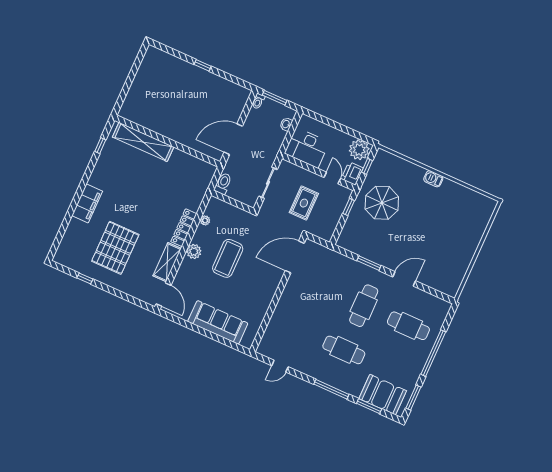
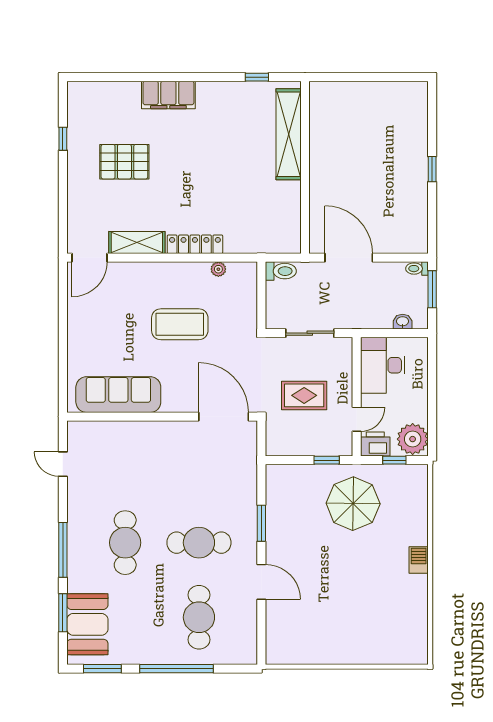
pallet: (115, 248) -> (124, 162), width x0.73, depth x0.71
plant: (194, 251) -> (168, 273), removed
sofa: (218, 322) -> (118, 395), moved, turned -90

